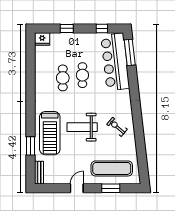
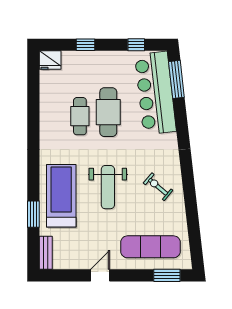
cafe table: (82, 75) -> (108, 112), width x1.37, depth x1.35
weight bench: (82, 127) -> (108, 187), turned -90
treadmill: (50, 133) -> (61, 196), turned 180
window: (111, 188) -> (167, 275), moved

